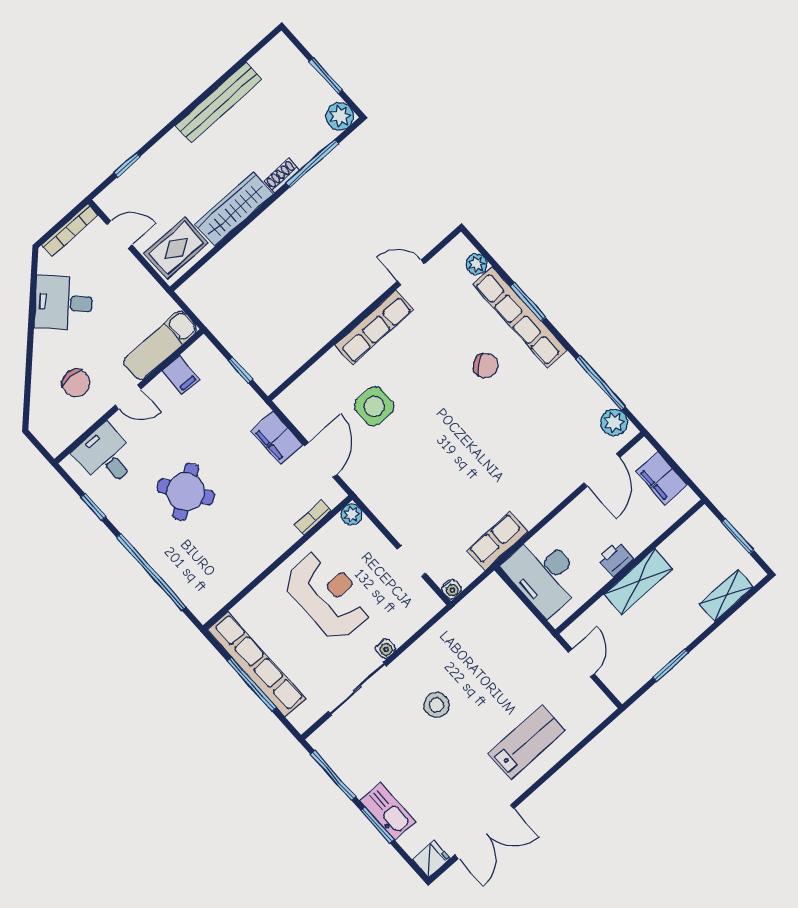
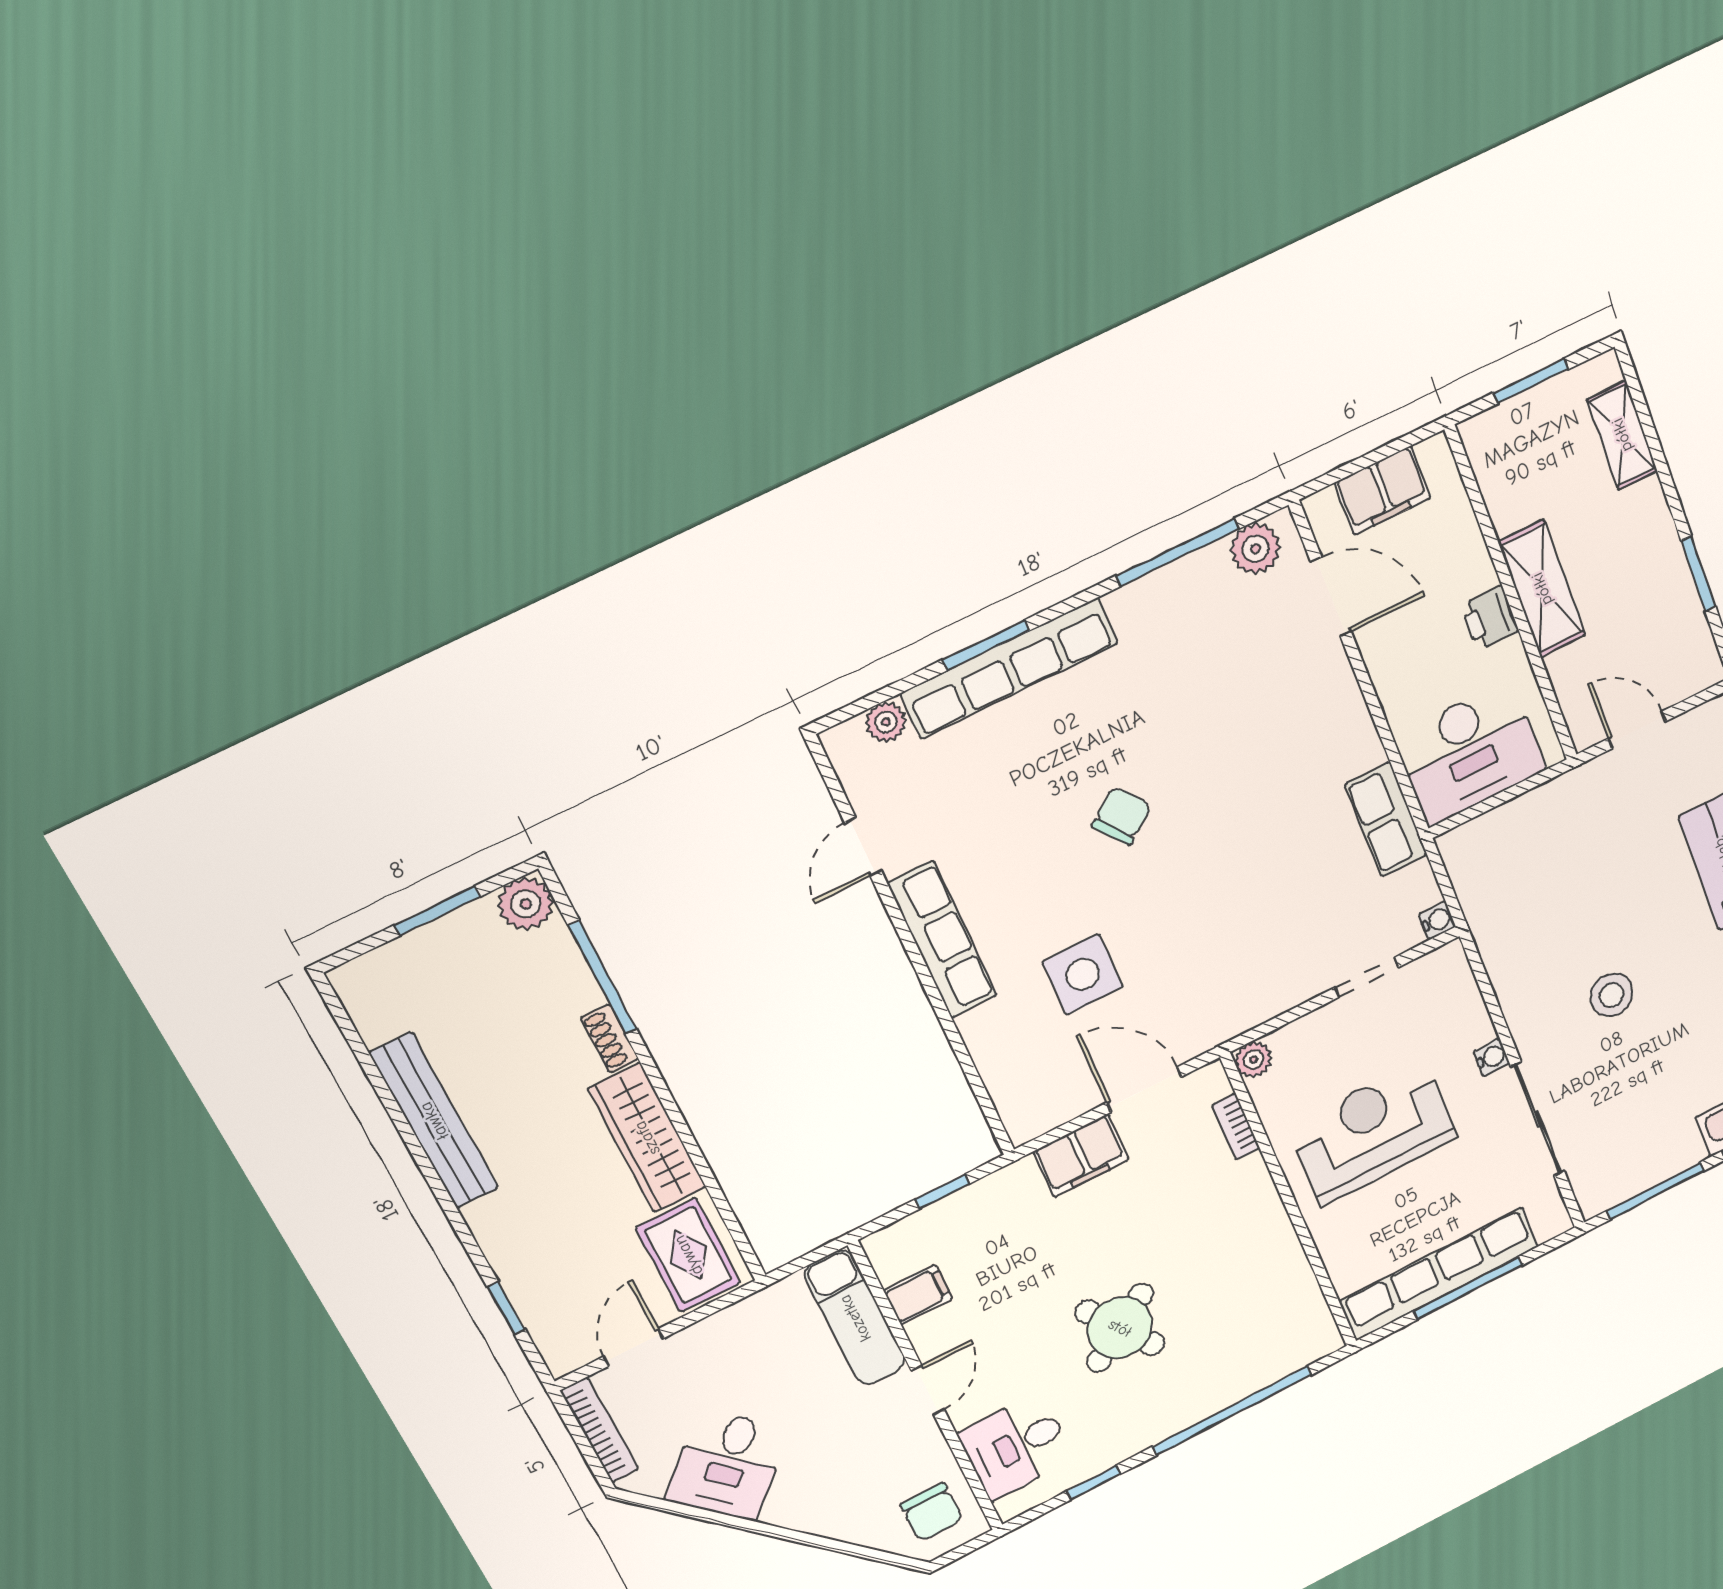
chair: (486, 366) -> (1122, 816), moved
chair: (76, 383) -> (932, 1512), moved, turned 90

